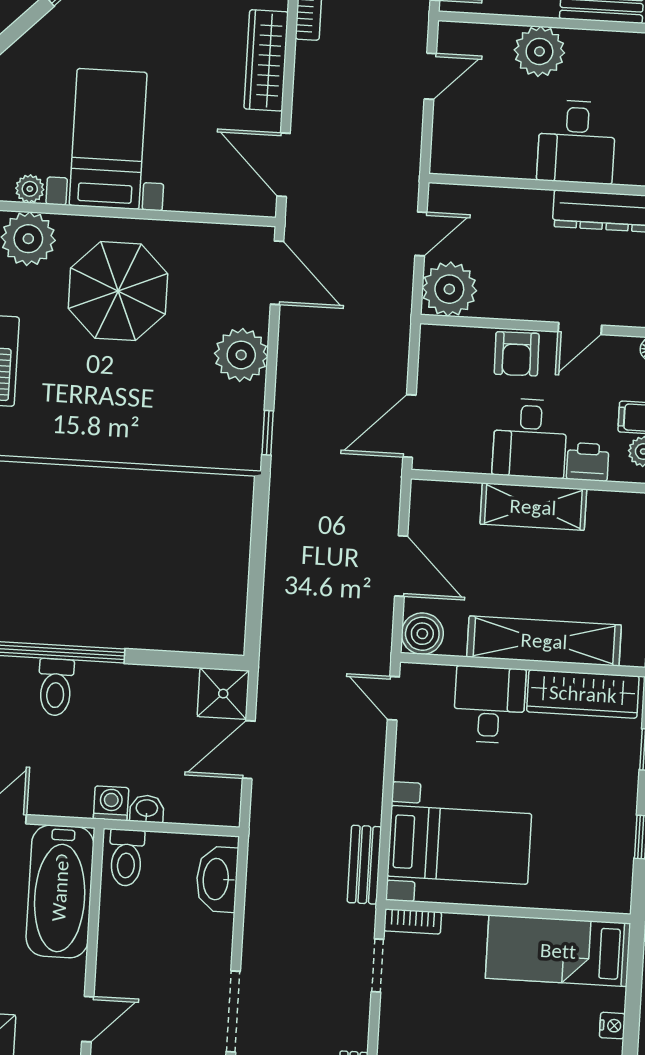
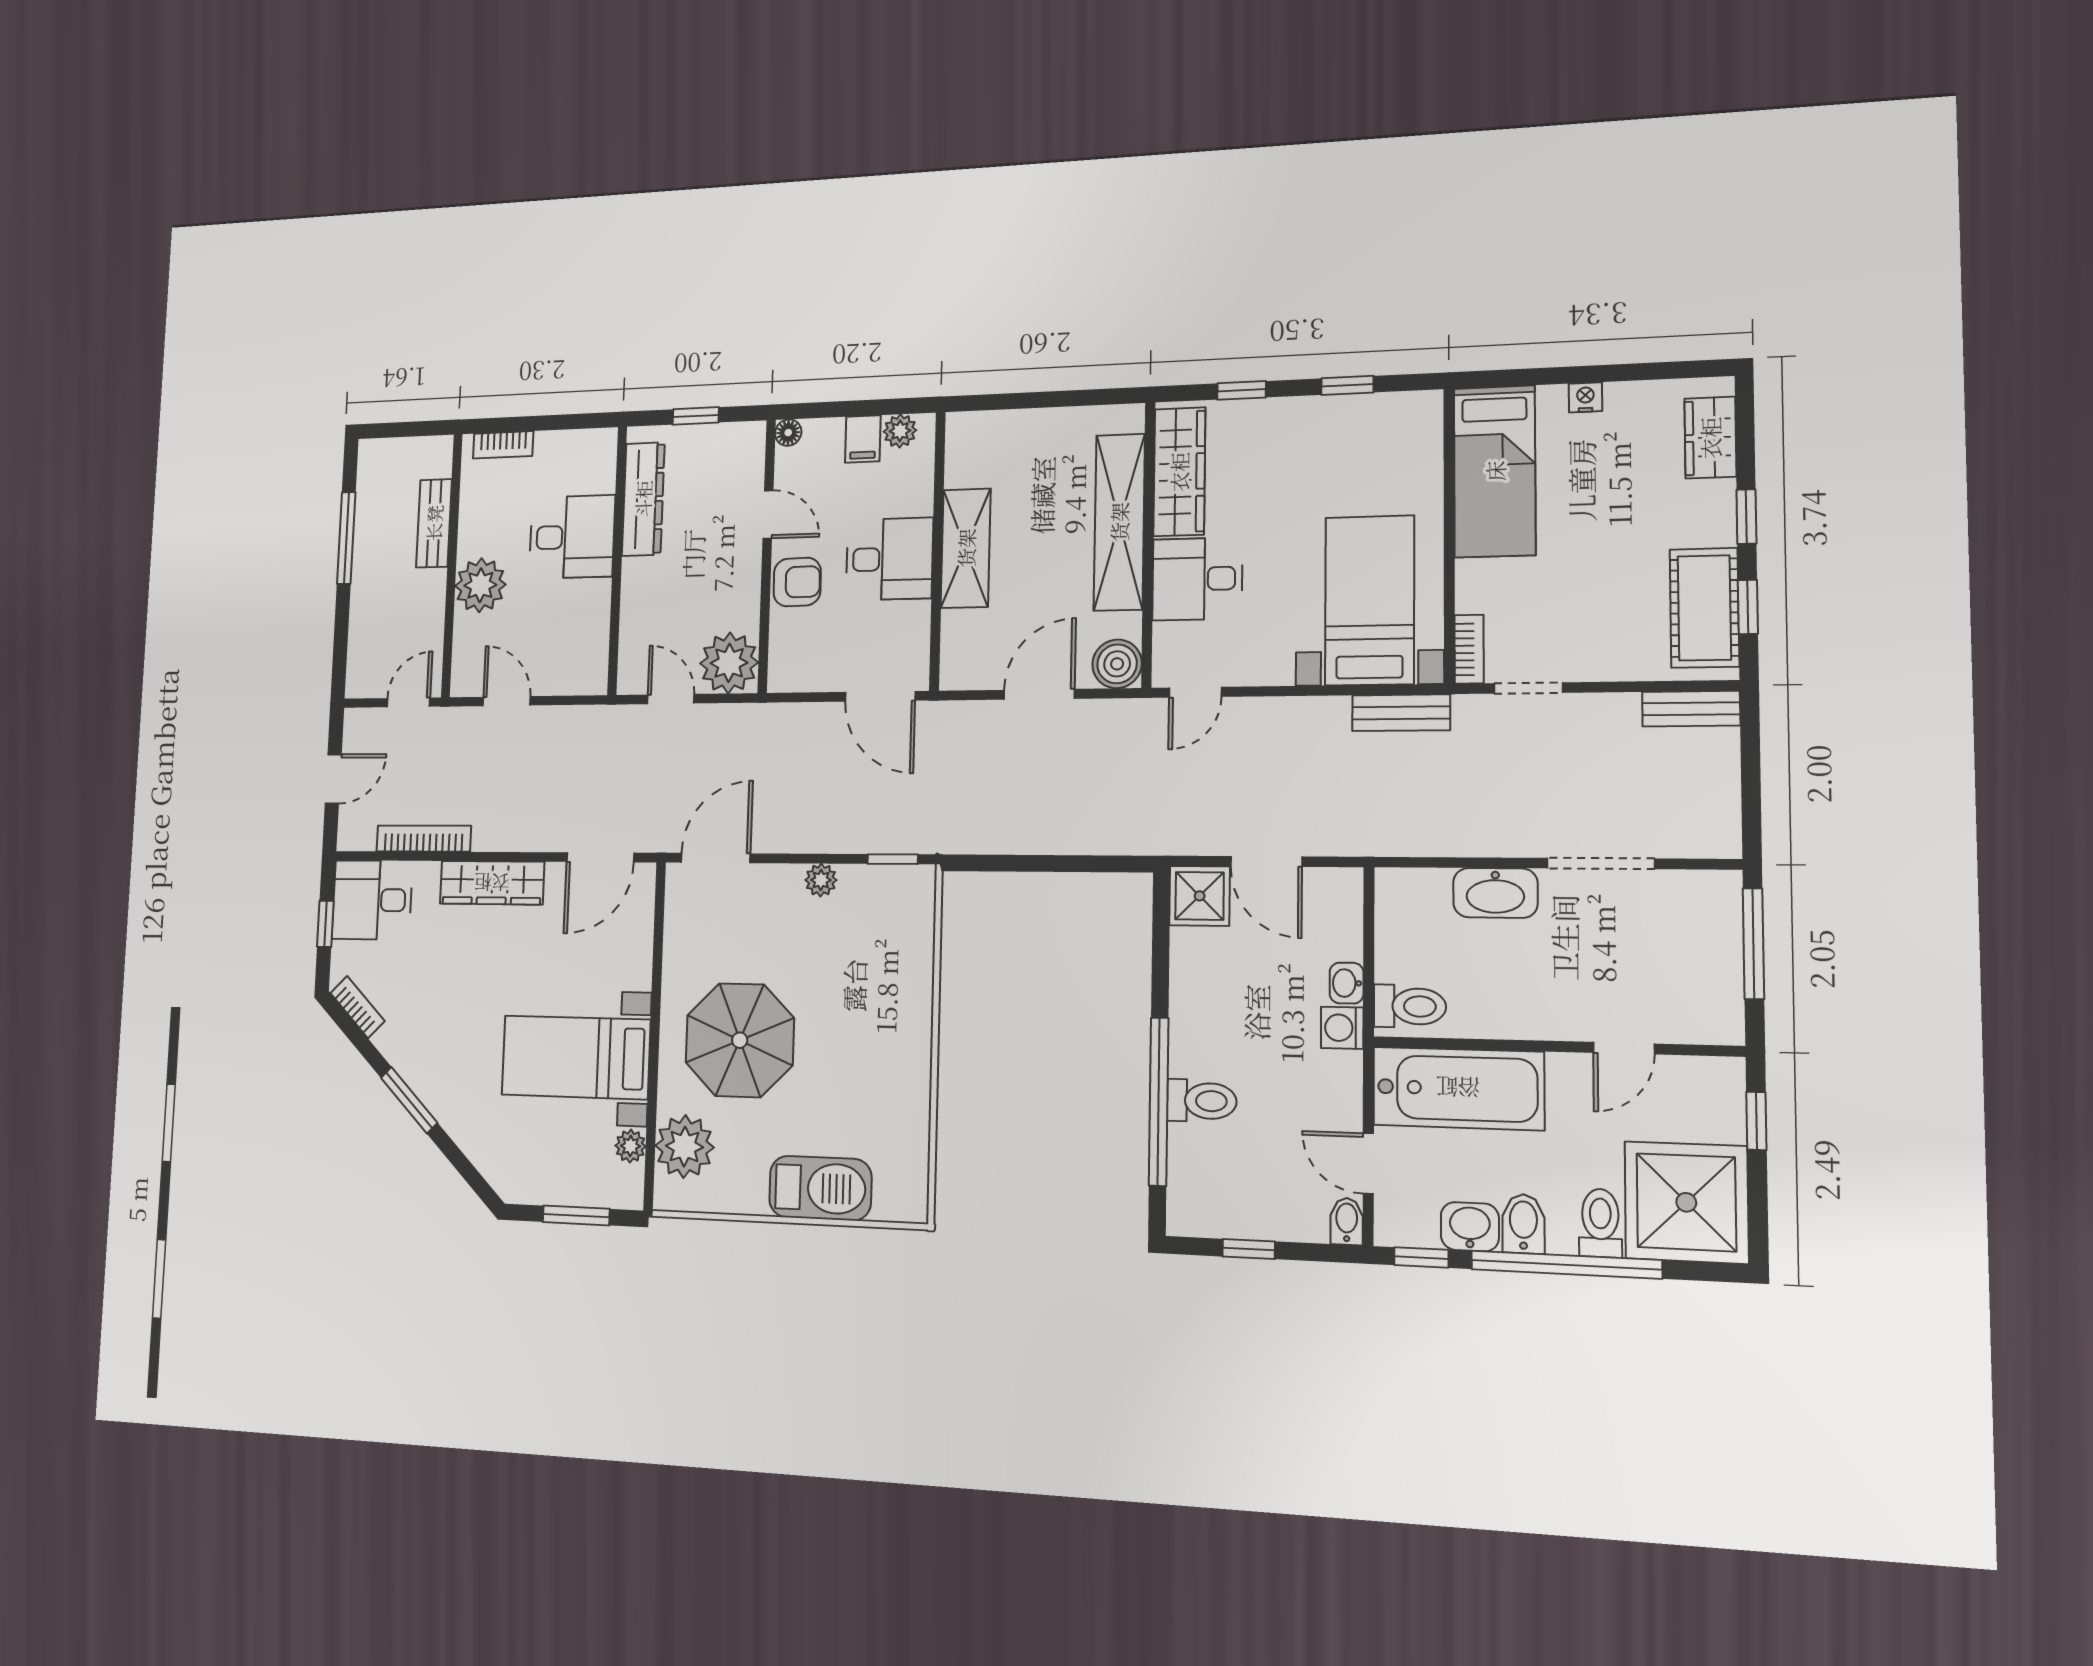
plant: (241, 355) -> (821, 880), width x0.53, depth x0.53
printer: (588, 462) -> (913, 492), removed
washbasin: (217, 879) -> (1495, 893), moved
door: (88, 1019) -> (1624, 1048), swing flipped

